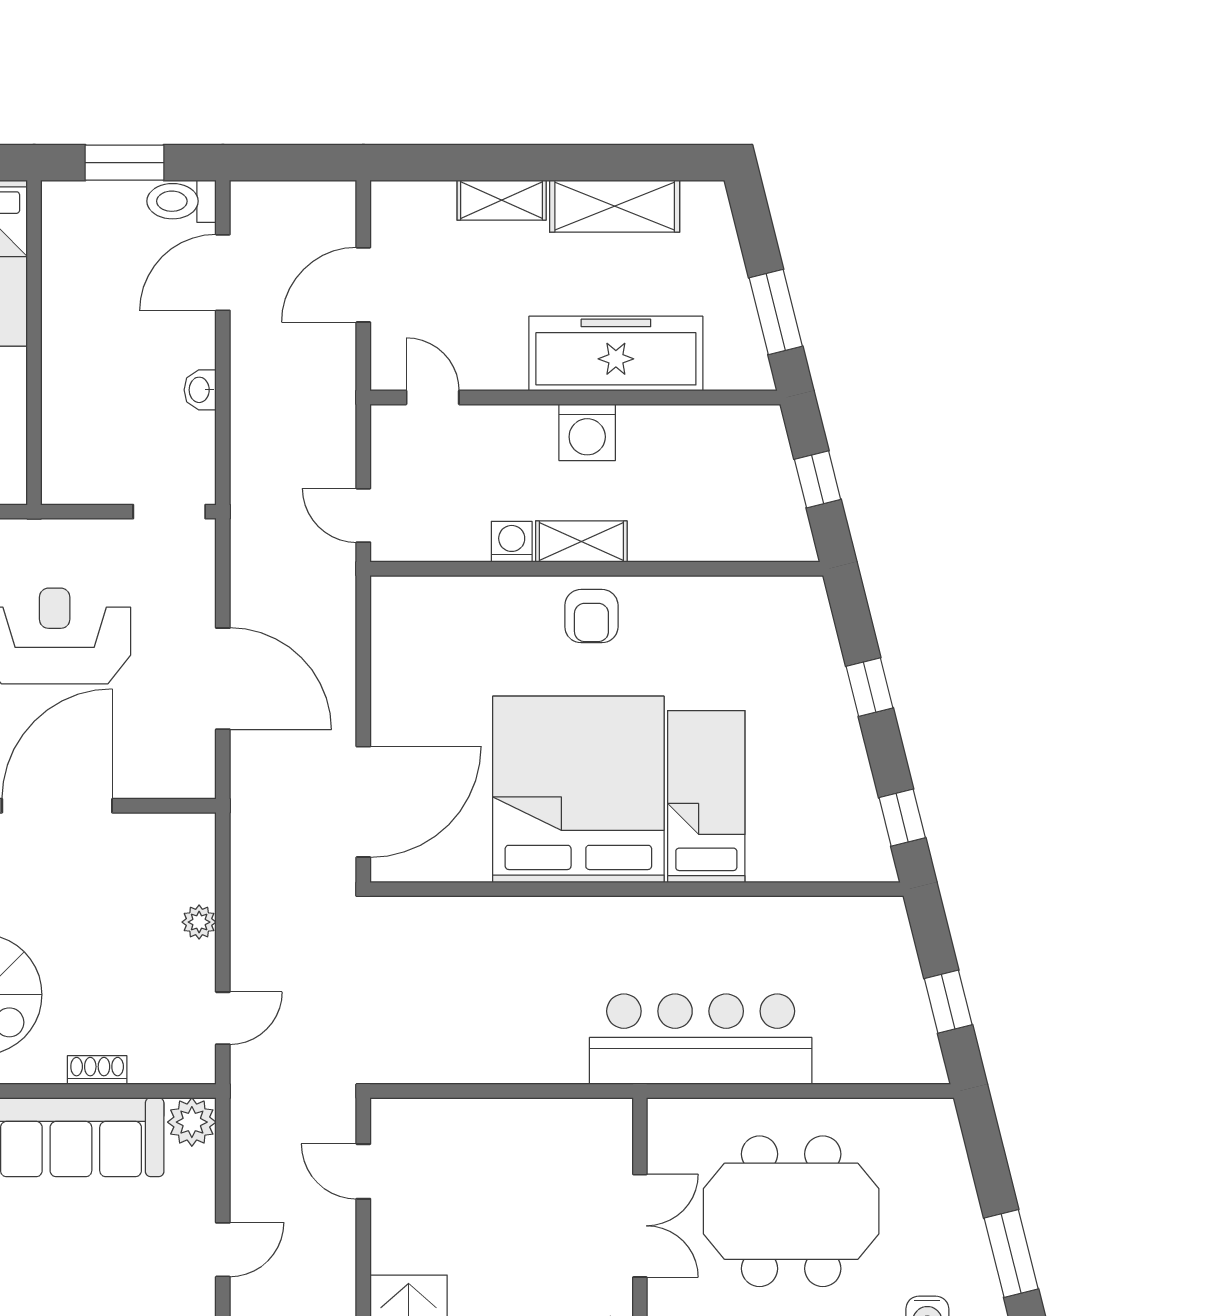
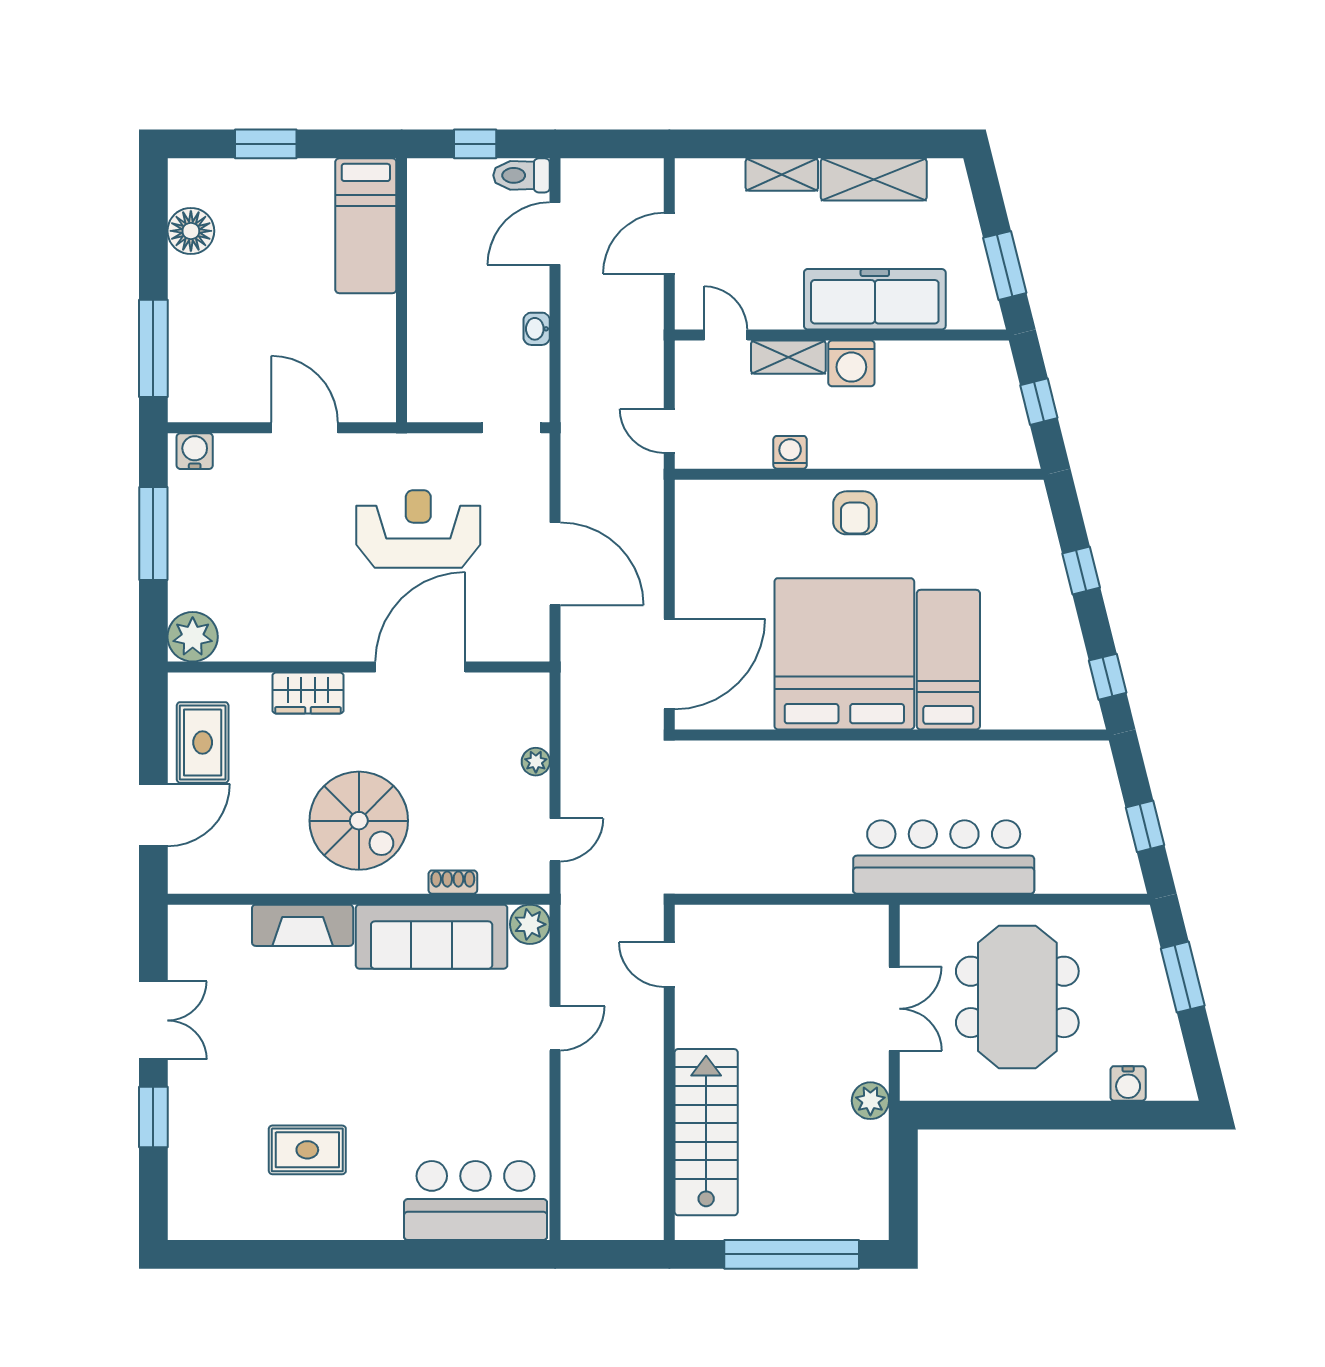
window: (125, 163) -> (475, 144), width x0.67
shelving: (581, 541) -> (788, 357), moved
meeting table: (791, 1211) -> (1017, 997), turned 90
window: (1011, 1253) -> (1183, 977), moved

